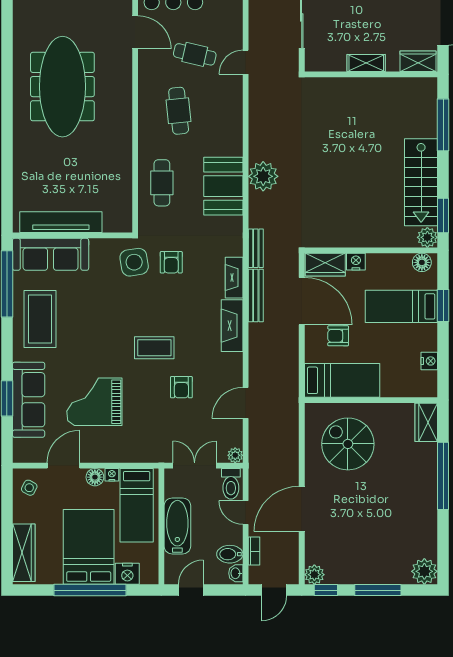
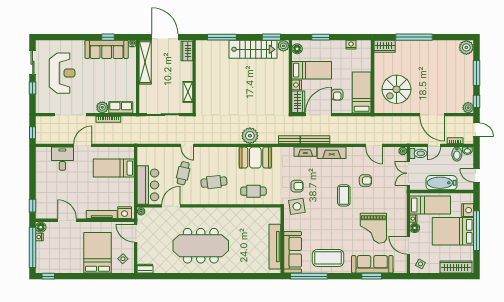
shelving: (366, 63) -> (188, 92), moved
bed: (401, 306) -> (312, 70), moved, turned -90

